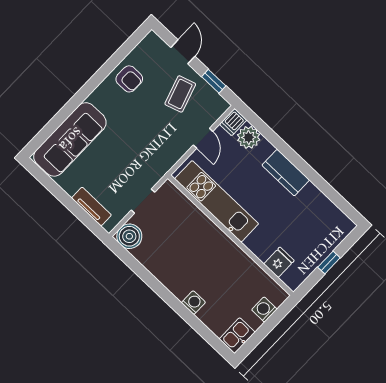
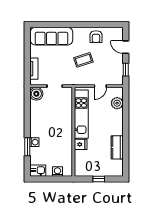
door: (183, 52) -> (126, 47), swing flipped
coffee table: (180, 94) -> (83, 60), moved
dishwasher: (233, 122) -> (117, 92), removed
kitchen counter: (286, 173) -> (117, 147), moved
fridge: (279, 262) -> (81, 144), moved
window: (190, 319) -> (27, 147), added

